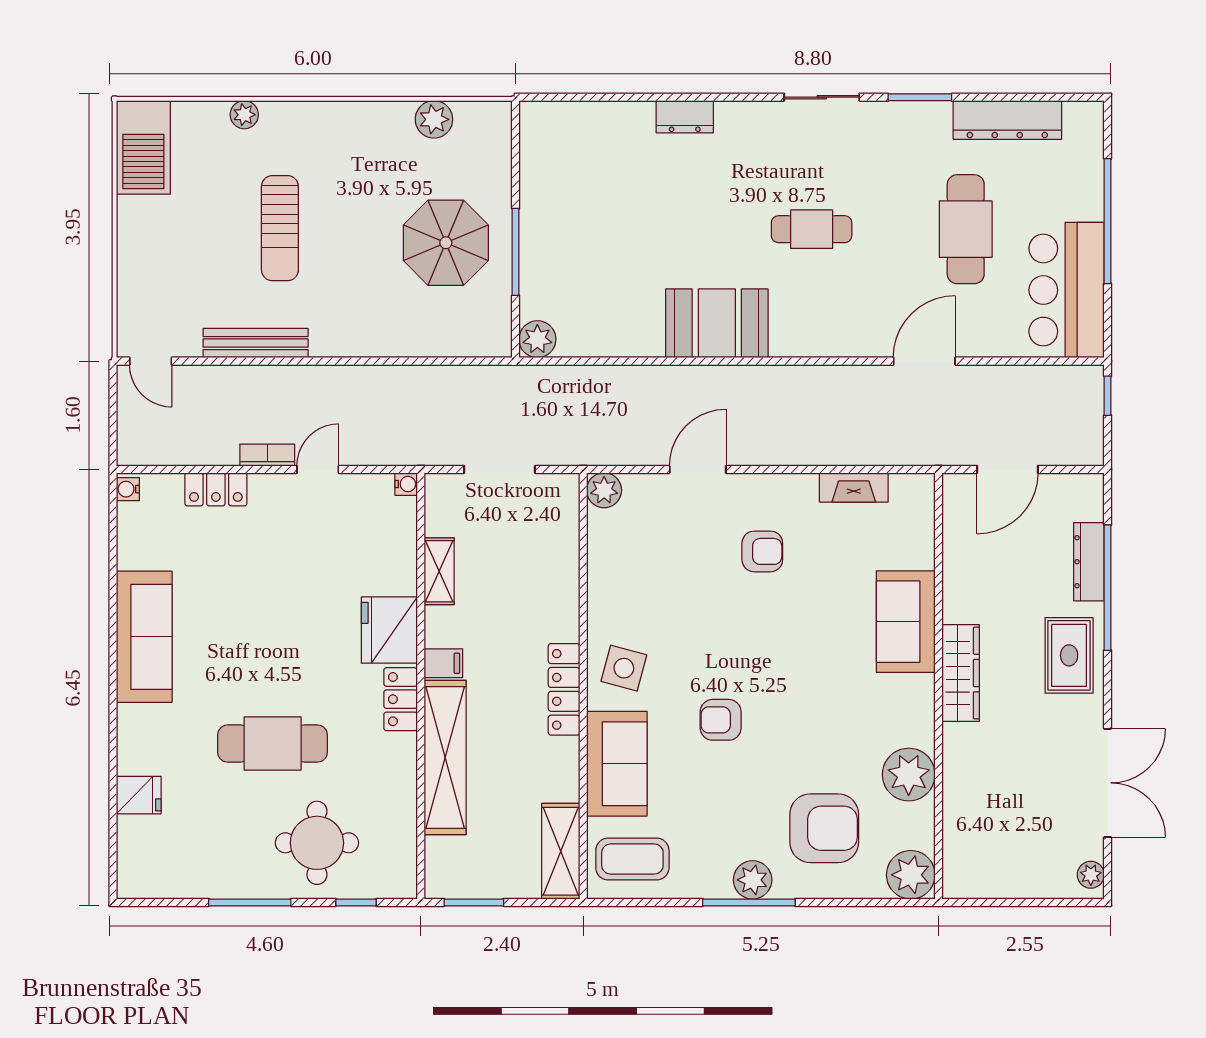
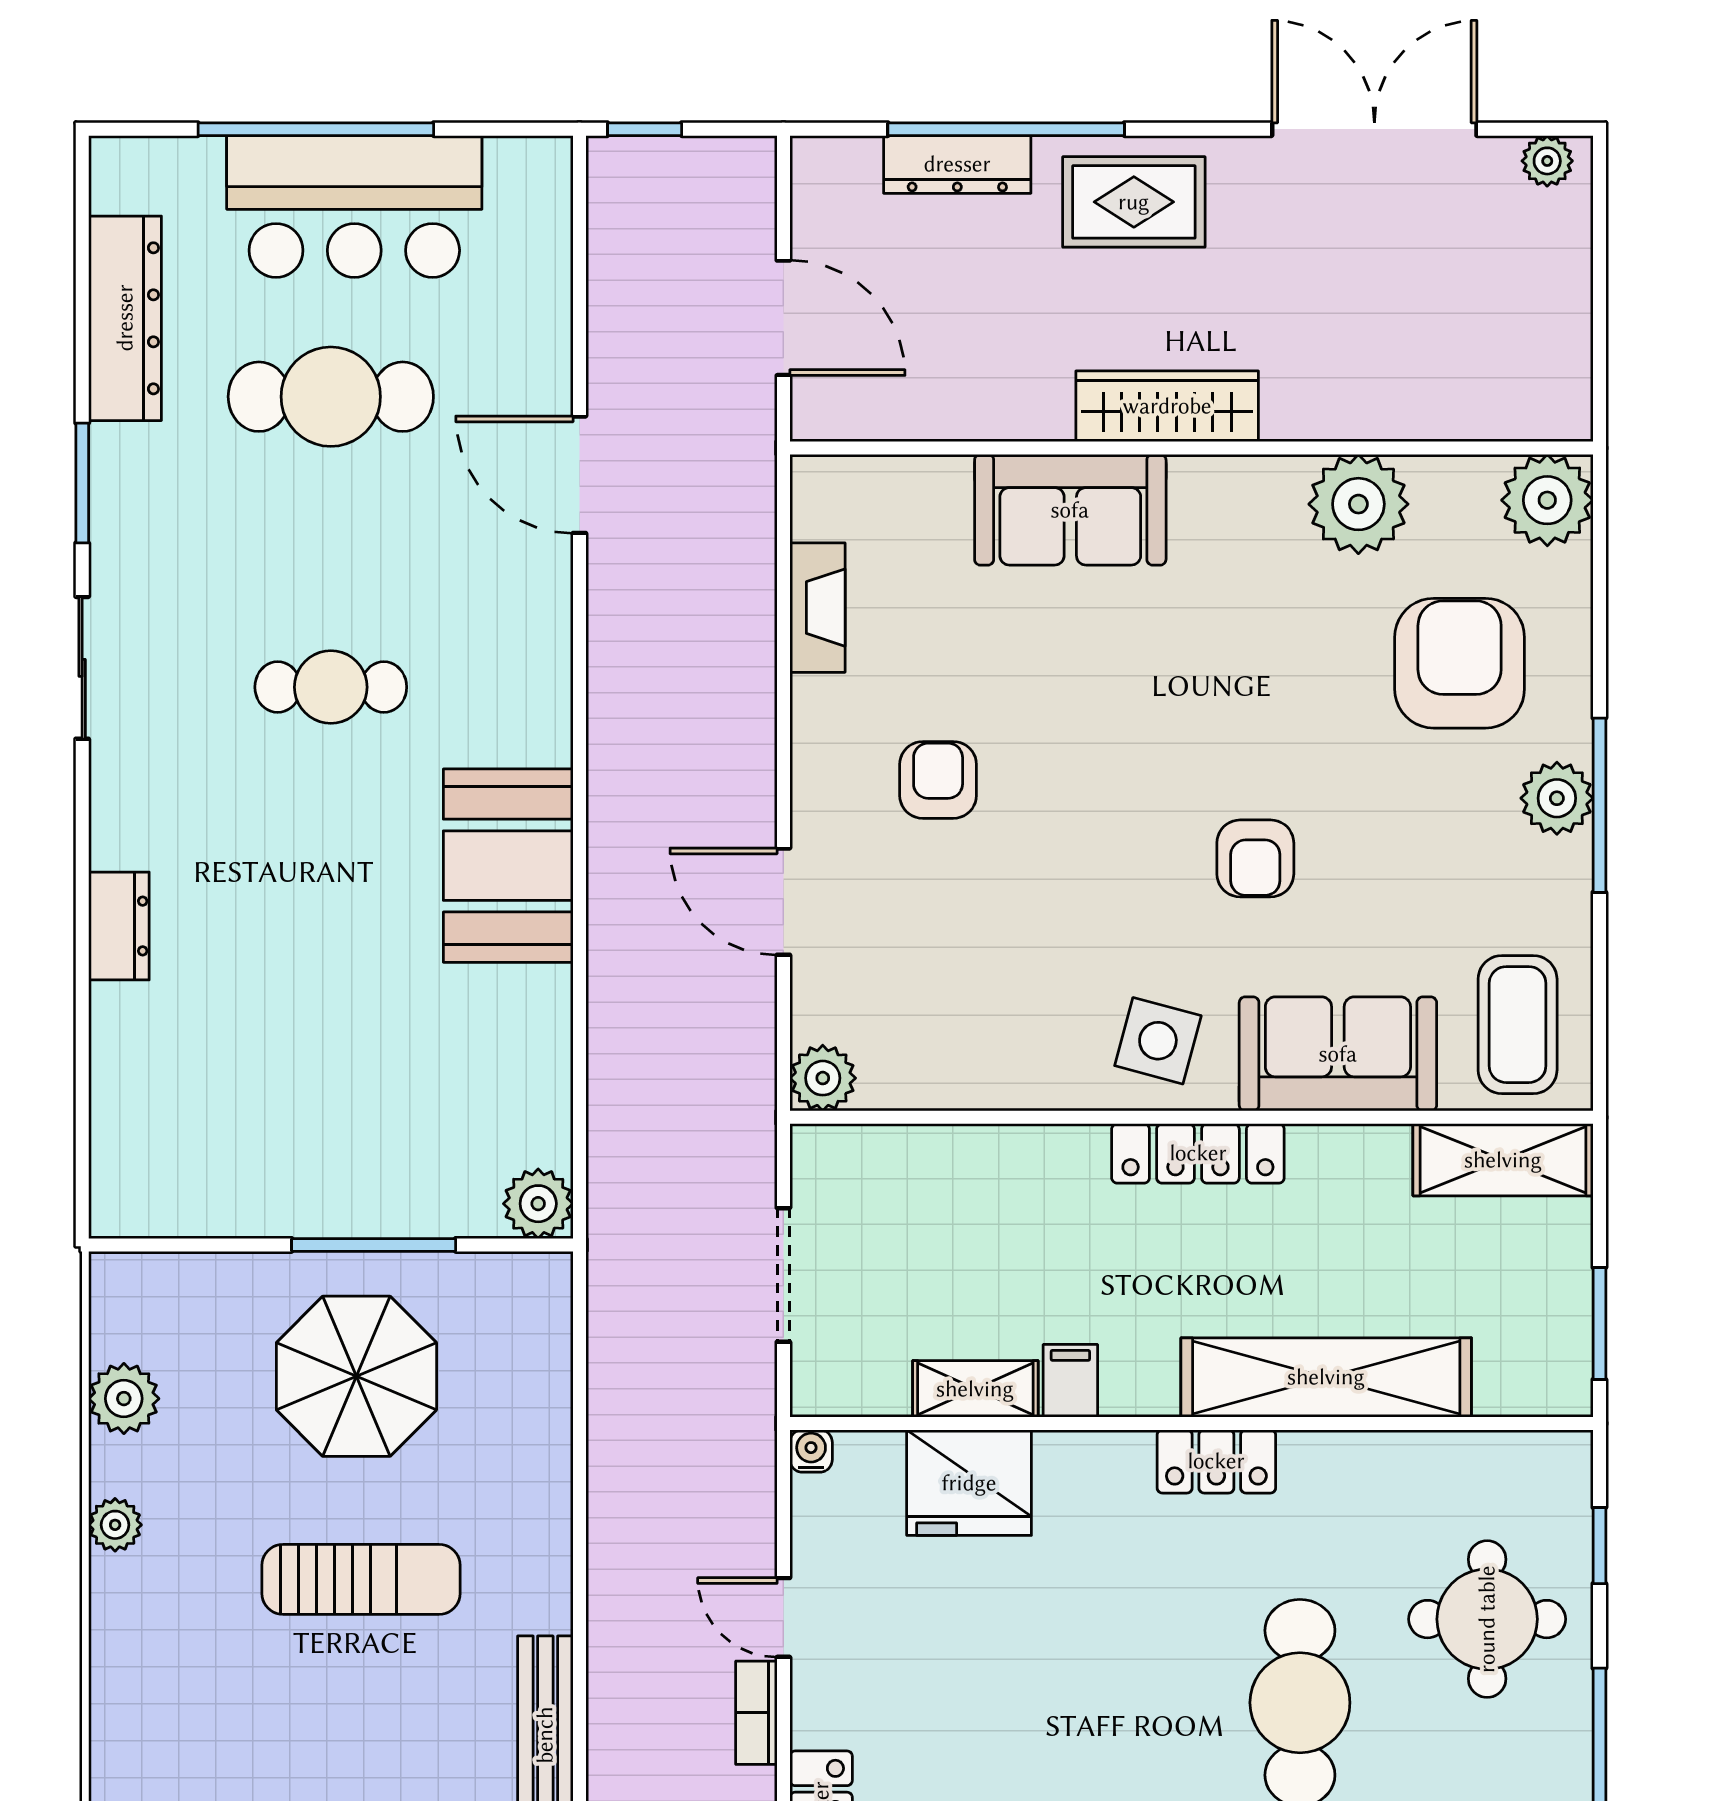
plant: (244, 115) -> (115, 1525), moved
sun lounger: (280, 228) -> (361, 1579), moved
cafe table: (812, 229) -> (331, 687), turned 90
bar counter: (1067, 290) -> (354, 206), moved
fridge: (389, 630) -> (969, 1483), moved
filing cabinet: (443, 663) -> (1070, 1381), moved

